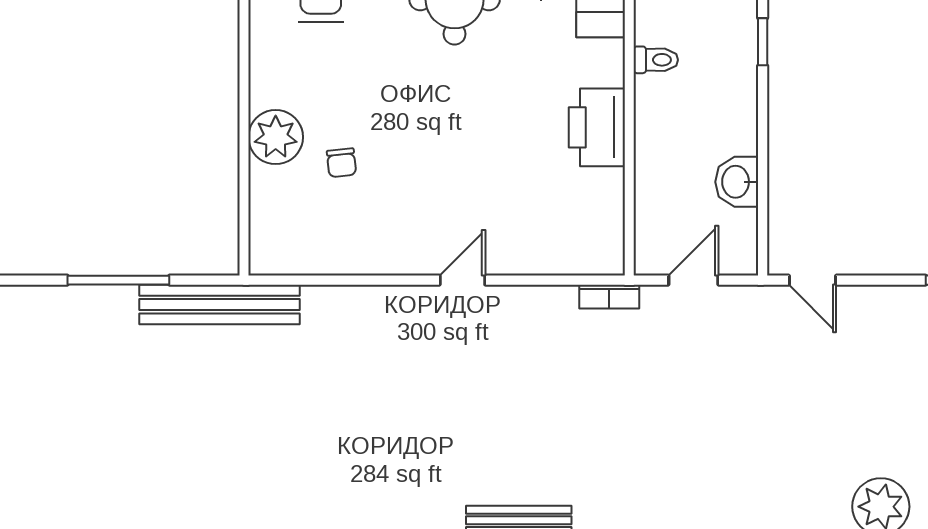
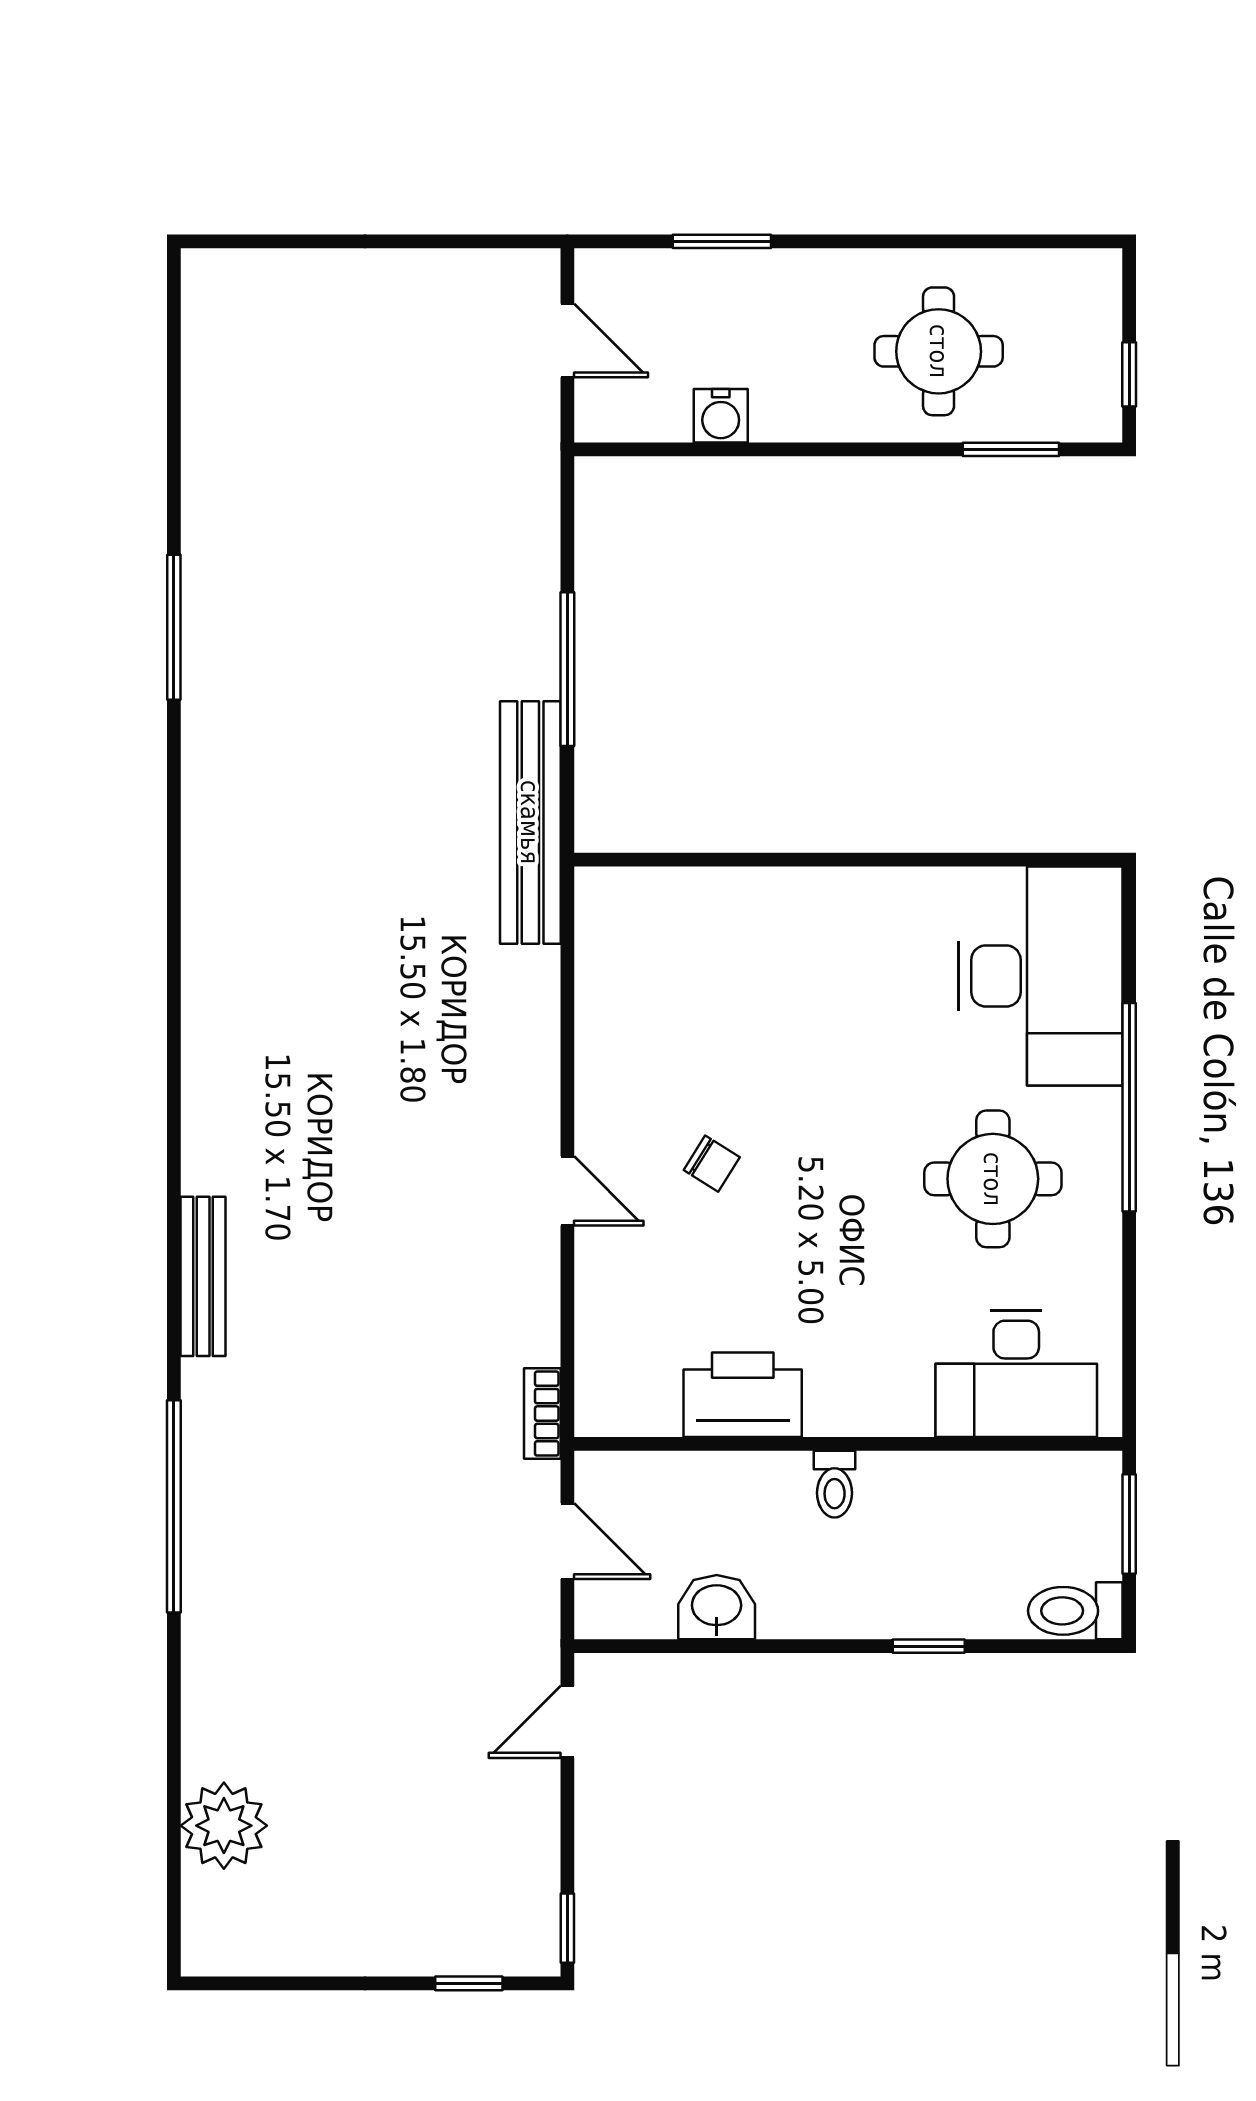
toilet: (656, 60) -> (835, 1484), moved
printer: (597, 127) -> (743, 1395), moved
plant: (276, 137) -> (784, 908), removed
chair: (341, 163) -> (712, 1164), moved, turned -142

